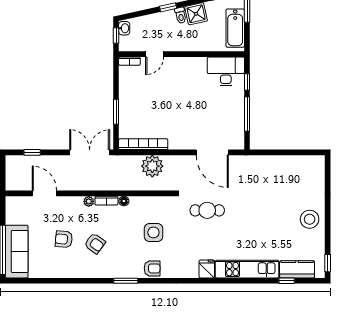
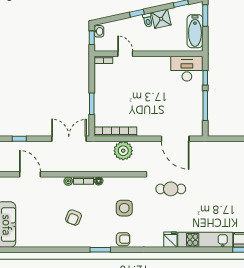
door: (155, 54) -> (125, 54), swing flipped
armchair: (64, 239) -> (47, 214), removed
armchair: (95, 243) -> (74, 218), turned 76

